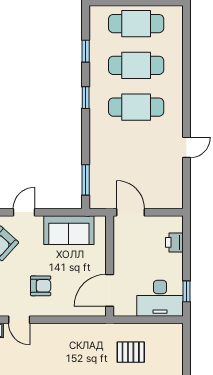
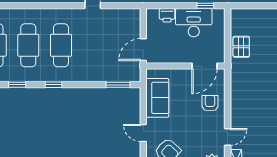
armchair: (41, 286) -> (210, 103), moved
door: (110, 290) -> (204, 66), hinge flipped
desk: (160, 298) -> (194, 23), moved, turned -90
pallet: (131, 352) -> (241, 47), moved

